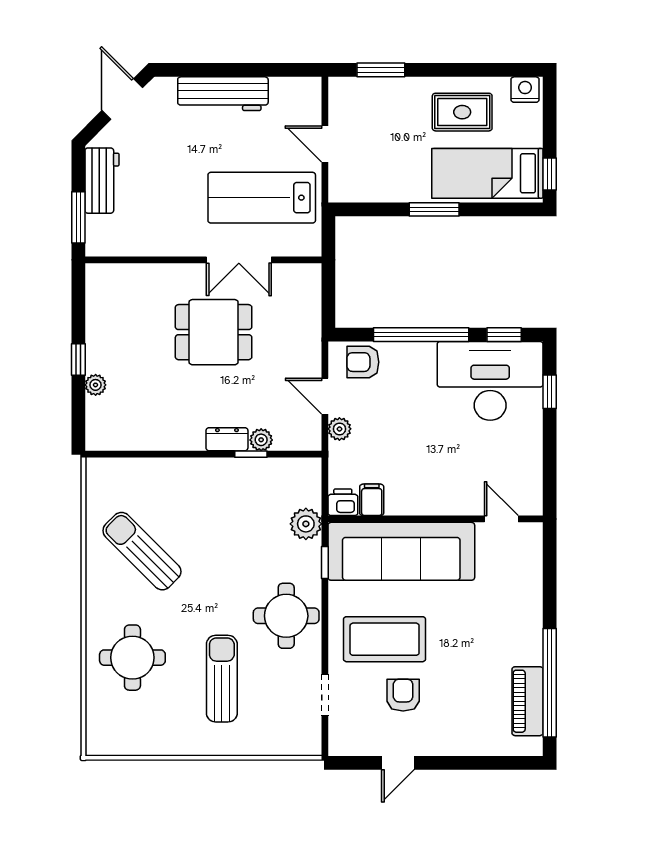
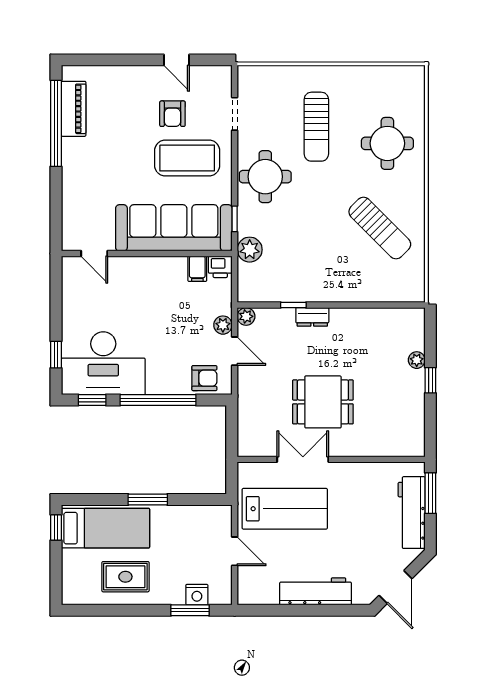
nightstand: (525, 90) -> (197, 595), moved
workbench: (102, 181) -> (412, 513), width x1.37
plant: (261, 440) -> (246, 316), moved
door: (398, 763) -> (176, 60), swing flipped

